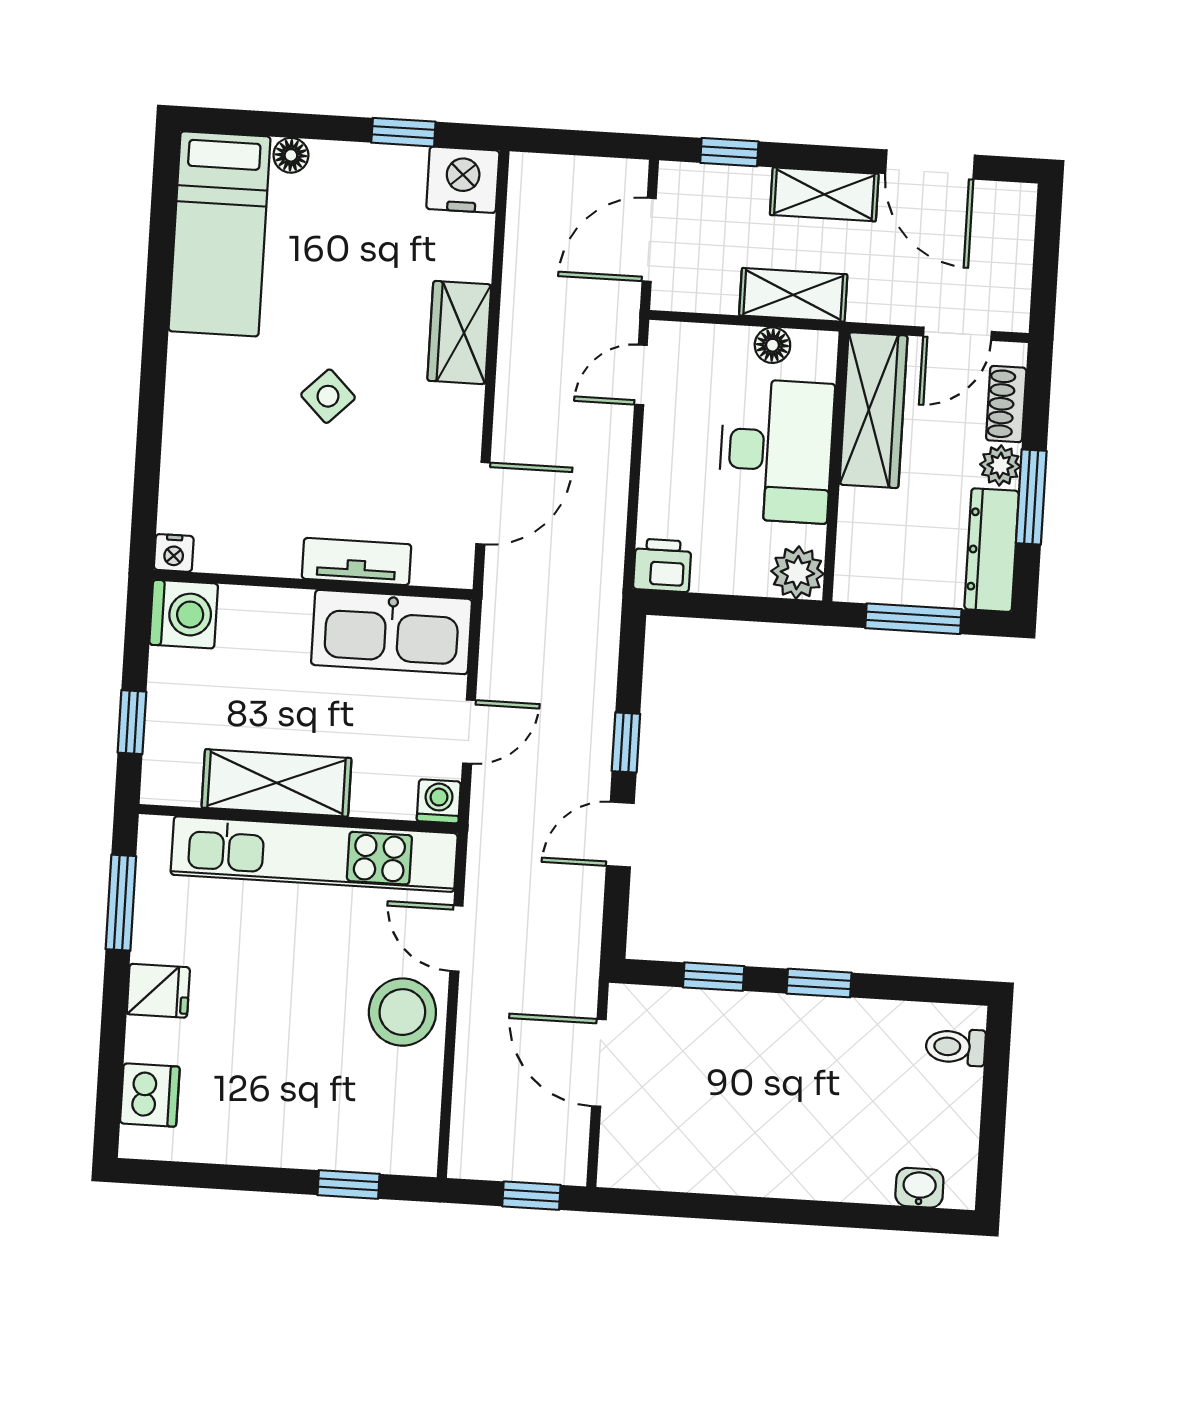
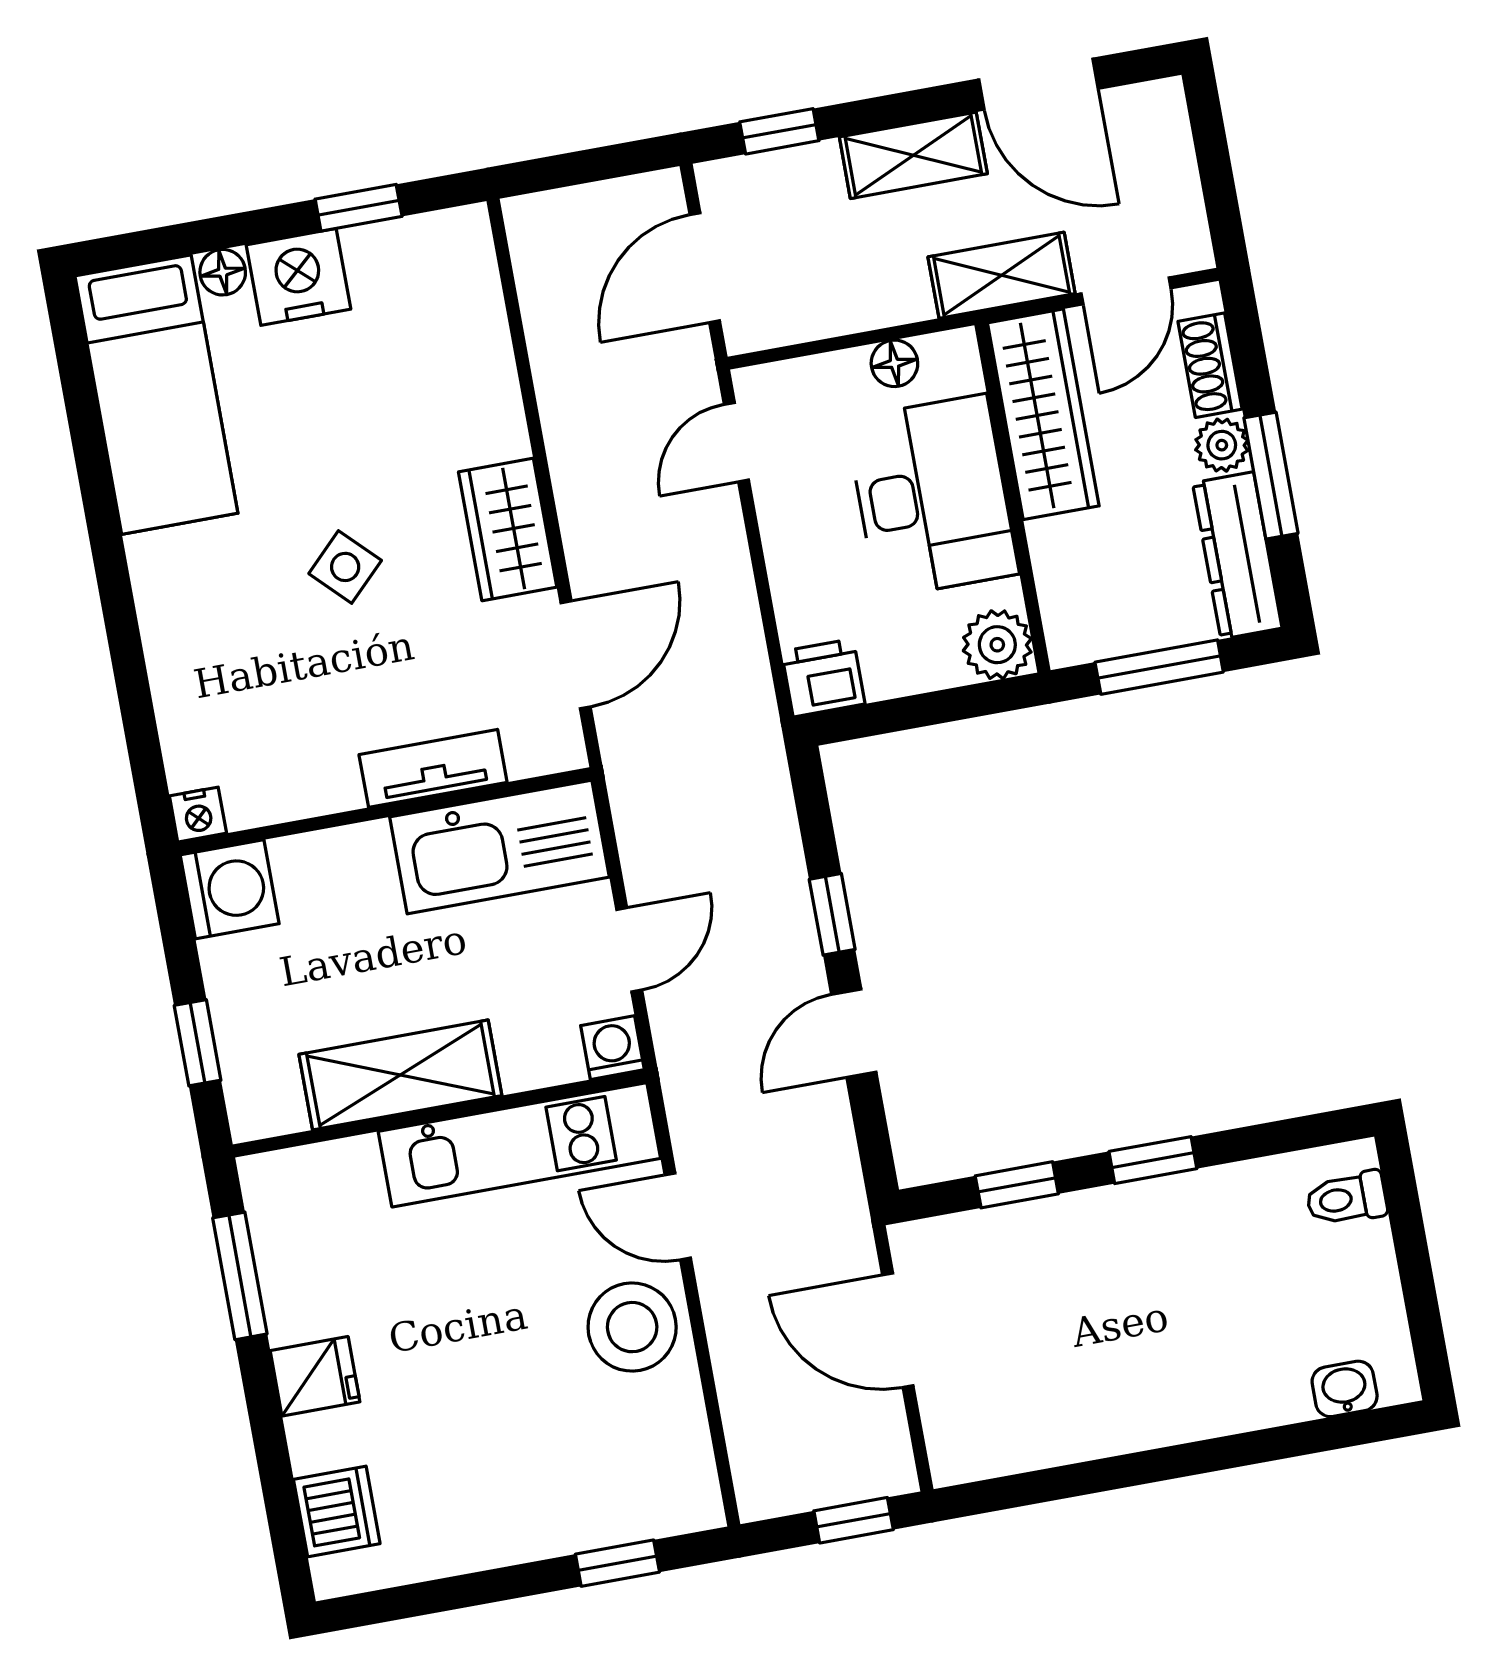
nightstand: (463, 180) -> (299, 277), moved
shelving: (793, 295) -> (1002, 275), moved
wardrobe: (459, 333) -> (508, 530), moved
kitchen unit: (314, 854) -> (519, 1145), width x0.73

